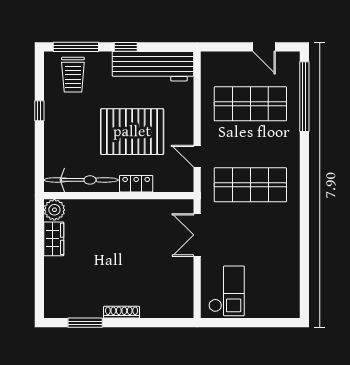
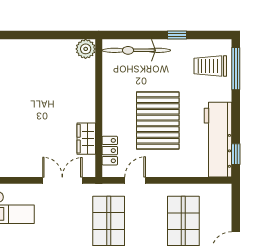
window: (126, 47) -> (236, 154), moved
bicycle: (81, 180) -> (136, 50), moved, turned 90
locker: (136, 184) -> (110, 151), moved
wardrobe: (54, 239) -> (86, 139), moved, turned 90

